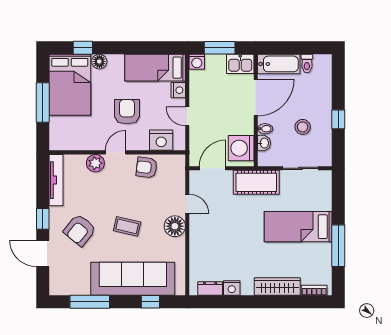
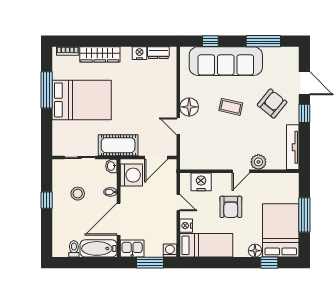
washbasin: (264, 143) -> (111, 166), moved
armchair: (147, 167) -> (214, 158), removed
bed: (298, 227) -> (82, 100), width x1.50

